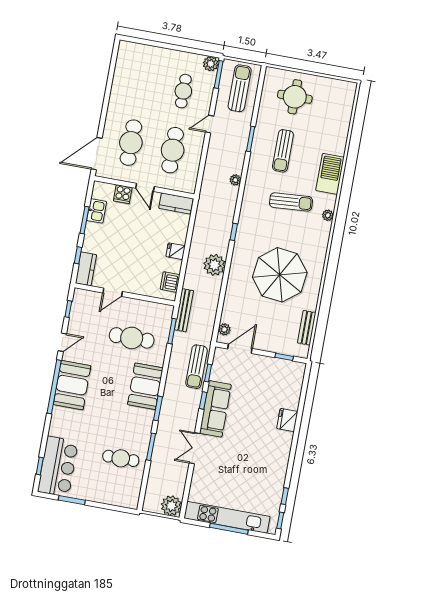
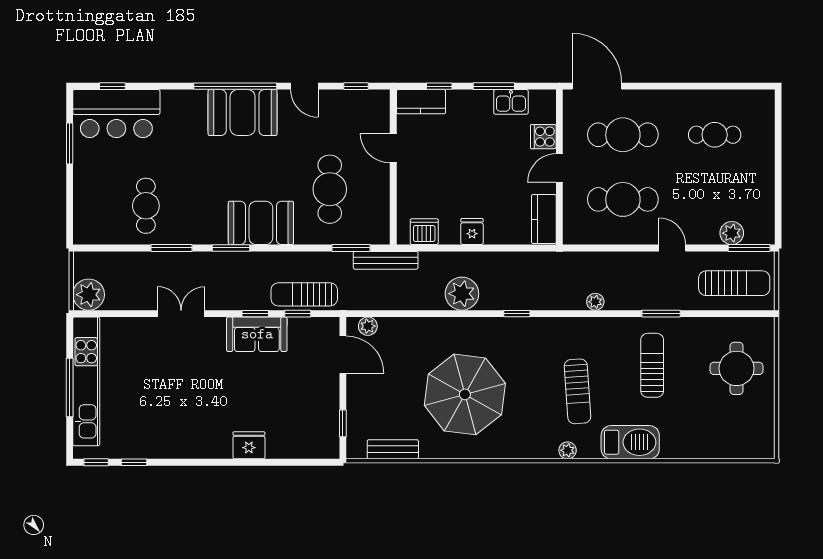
plant: (211, 64) -> (732, 233), moved
cafe table: (183, 91) -> (715, 135), moved
sun lounger: (283, 151) -> (652, 365), turned 90
sofa: (215, 409) -> (257, 334), width x0.73

